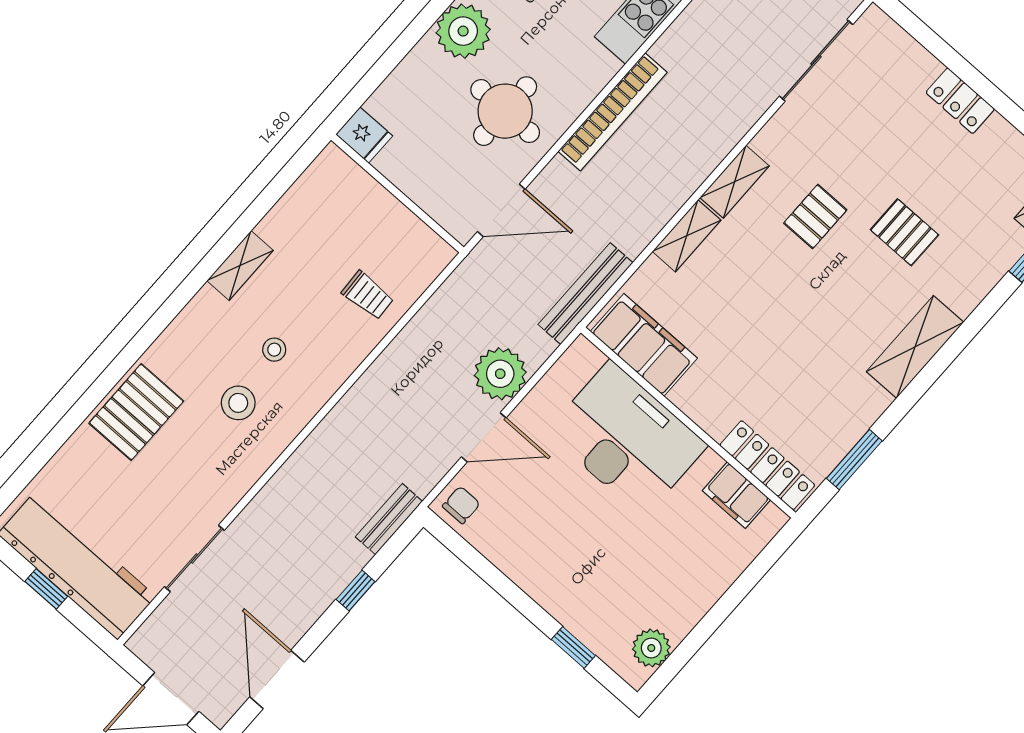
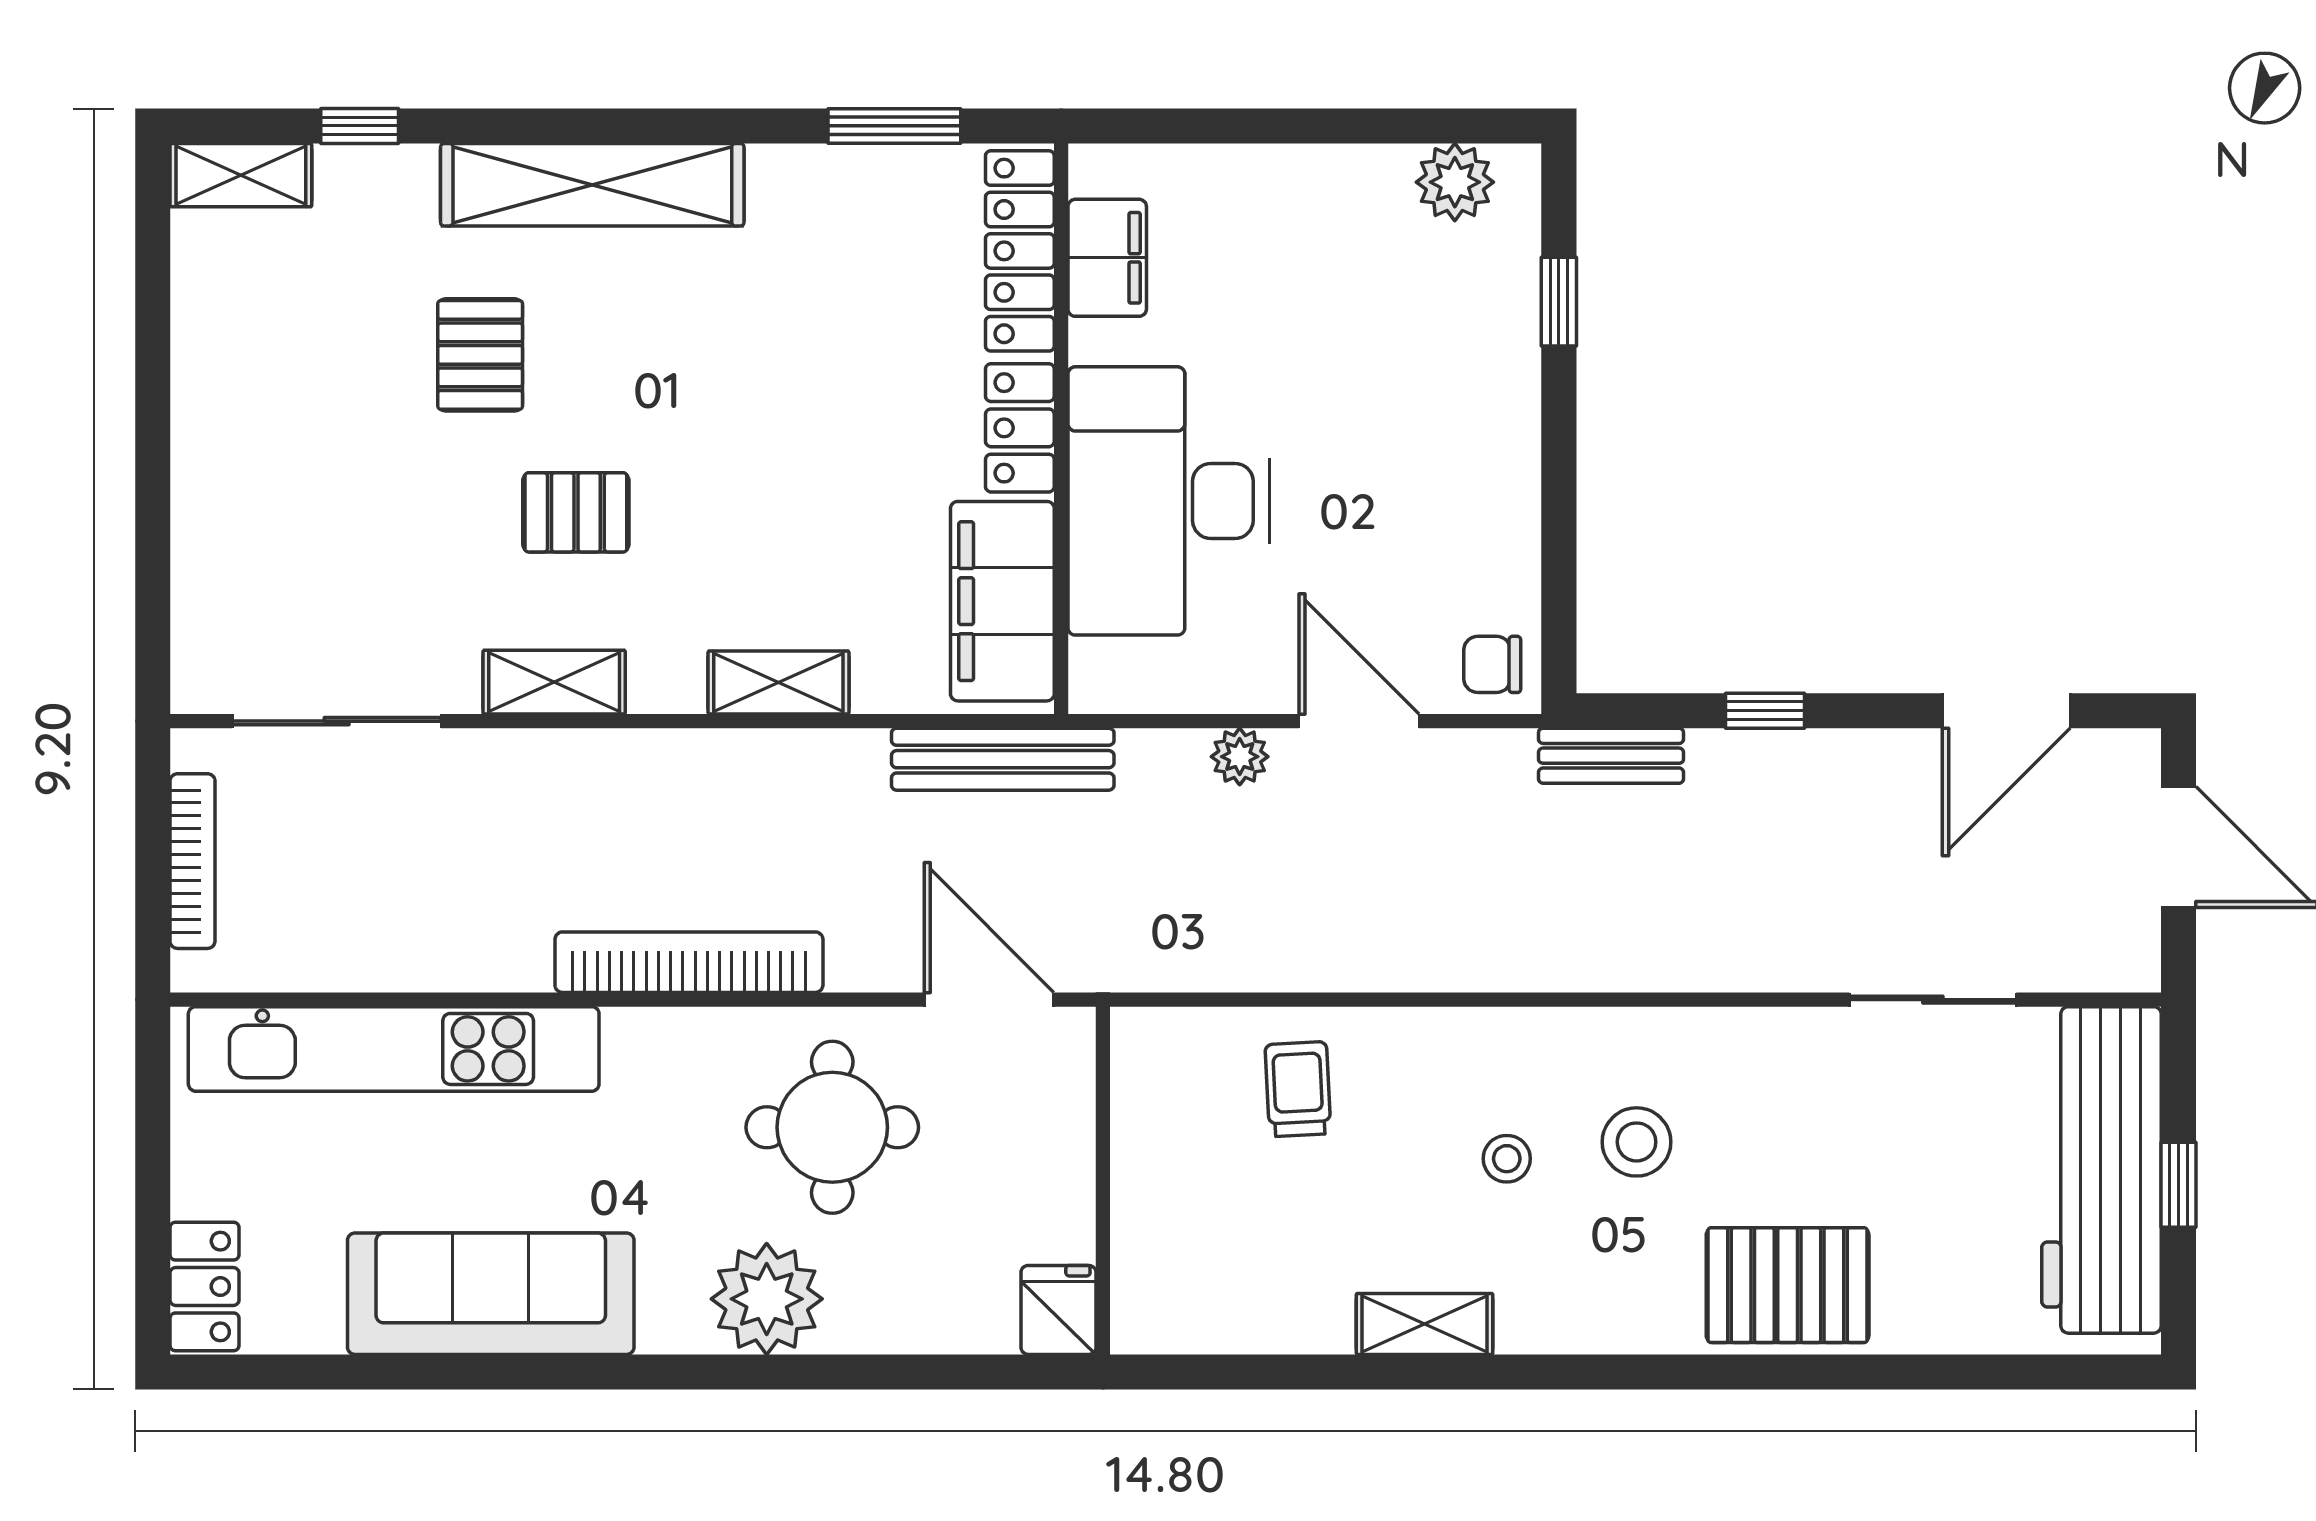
locker: (960, 101) -> (1020, 428), moved, turned 180
shelving: (735, 182) -> (554, 682), moved
shelving: (915, 347) -> (592, 185), width x1.47
plant: (500, 374) -> (1240, 757), width x0.53, depth x0.53

